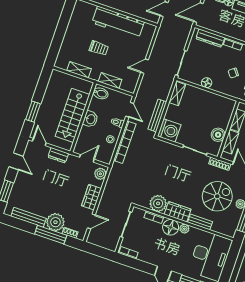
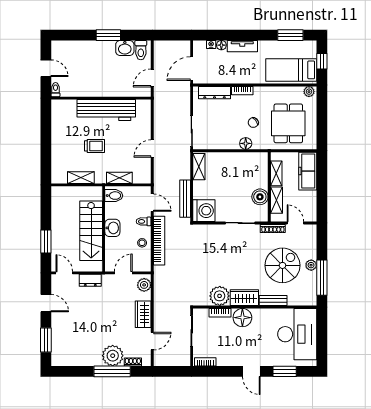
floor lamp: (207, 83) -> (246, 143), moved
bench: (29, 217) -> (81, 361), removed
plant: (184, 229) -> (258, 314), removed

